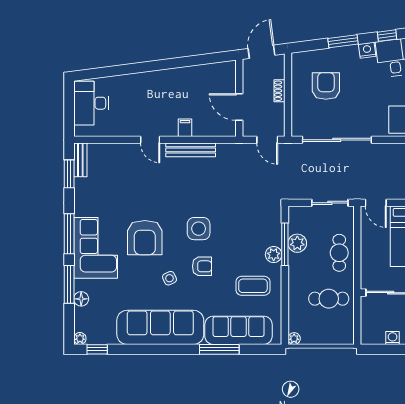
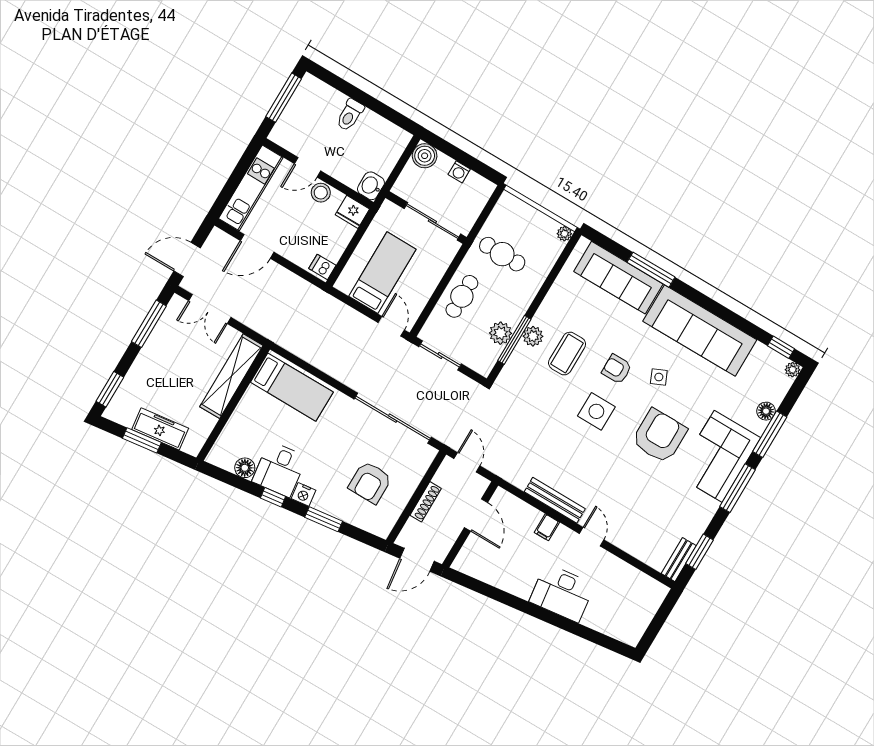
shoe rack: (279, 91) -> (426, 502), width x1.43
desk: (91, 103) -> (562, 593), moved, turned 83
coffee table: (253, 286) -> (567, 354), moved, turned 90

